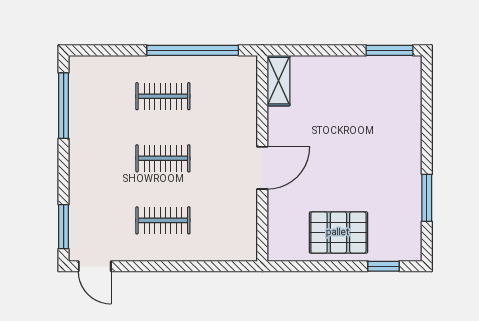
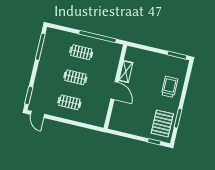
shelving: (279, 81) -> (126, 72), moved
trolley: (389, 129) -> (169, 87), added
door: (262, 168) -> (114, 91), hinge flipped
pallet: (338, 233) -> (162, 124), moved, turned 90

